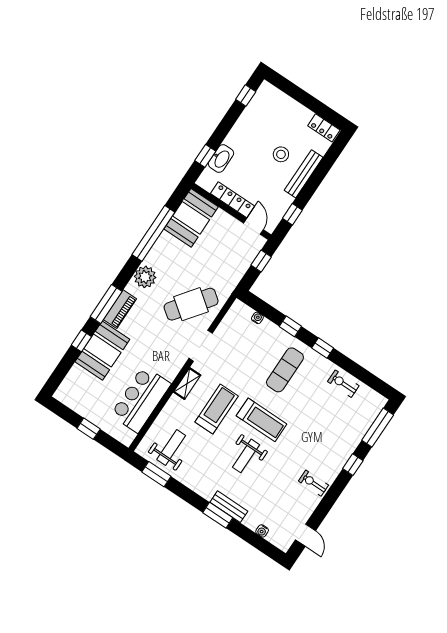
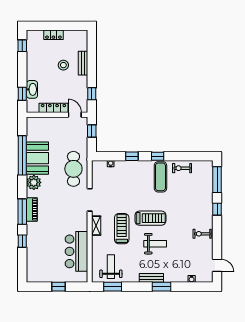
locker: (324, 128) -> (53, 35), moved
bench: (304, 174) -> (83, 63), width x0.73
booth: (191, 218) -> (37, 158), moved
cafe table: (191, 304) -> (73, 169), moved, turned -37
booth: (102, 351) -> (37, 239), removed
exercise mat: (285, 370) -> (160, 177), moved
weight bench: (246, 456) -> (155, 244), turned -90
bench: (229, 507) -> (151, 278), moved

